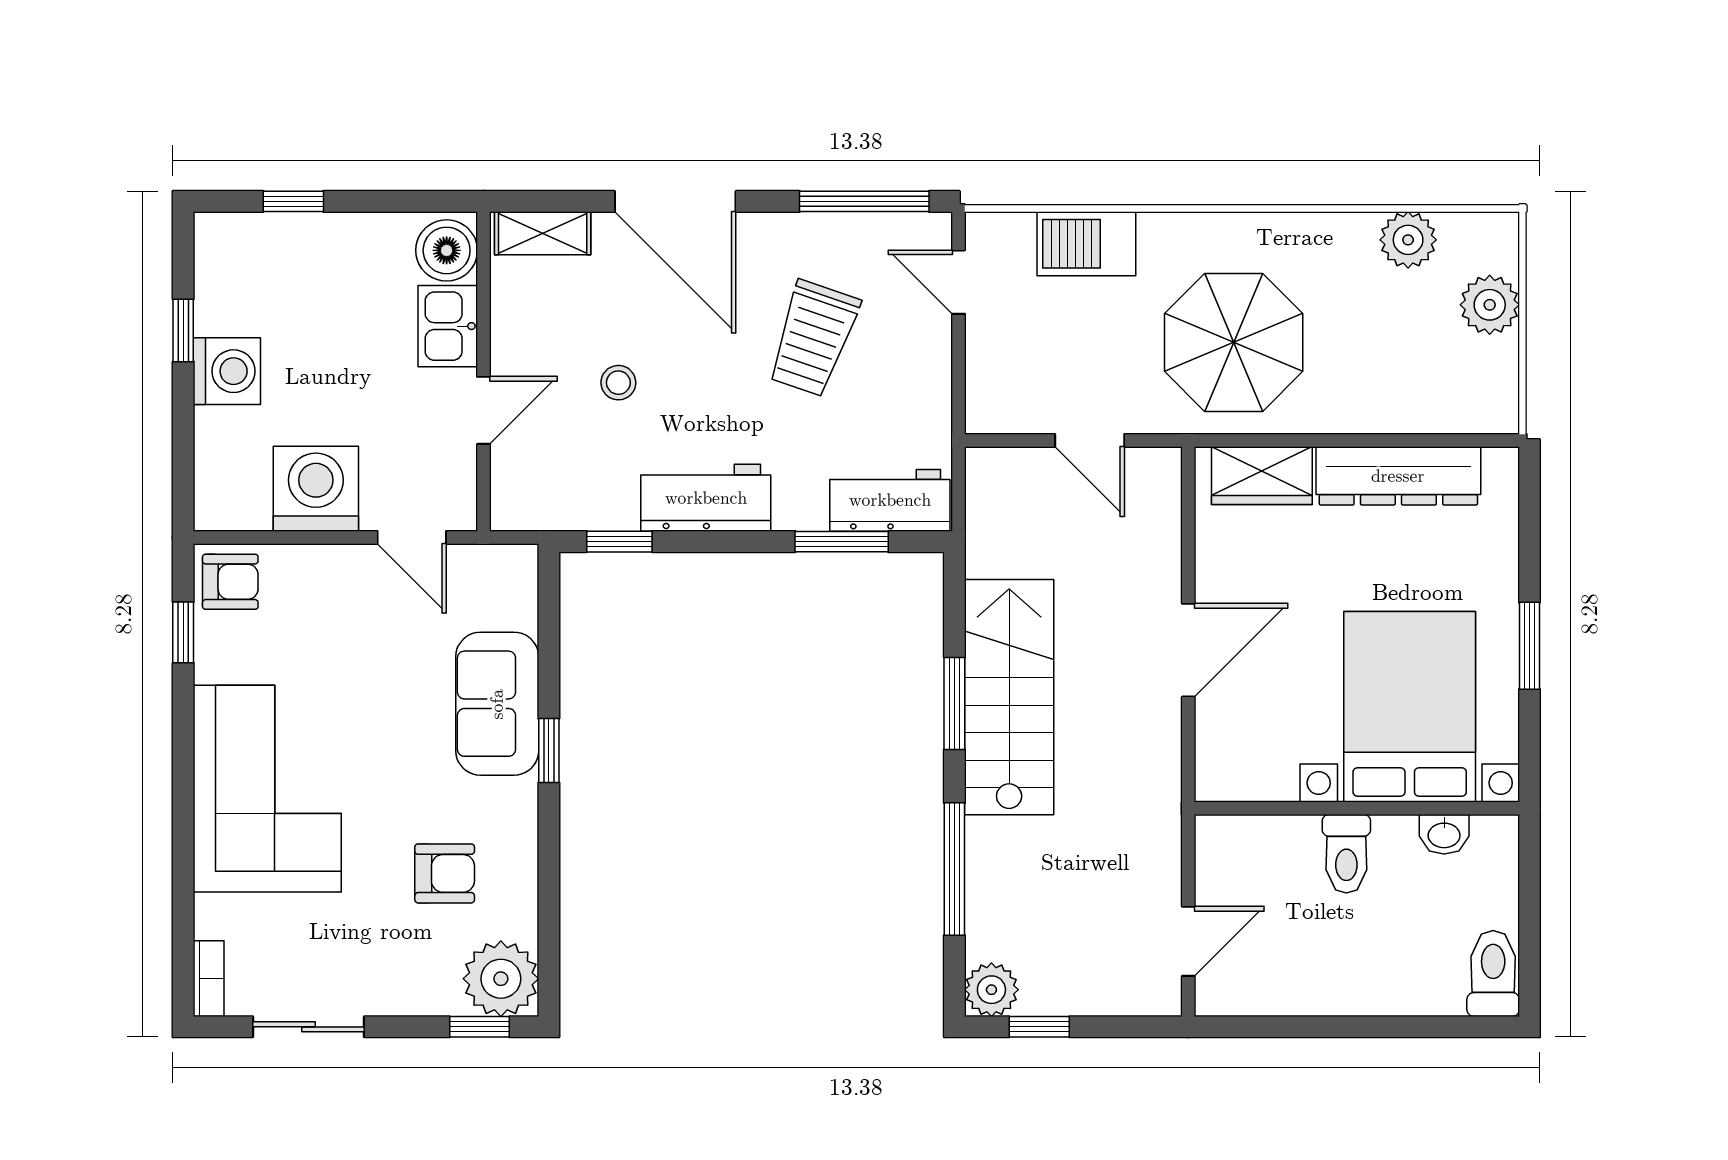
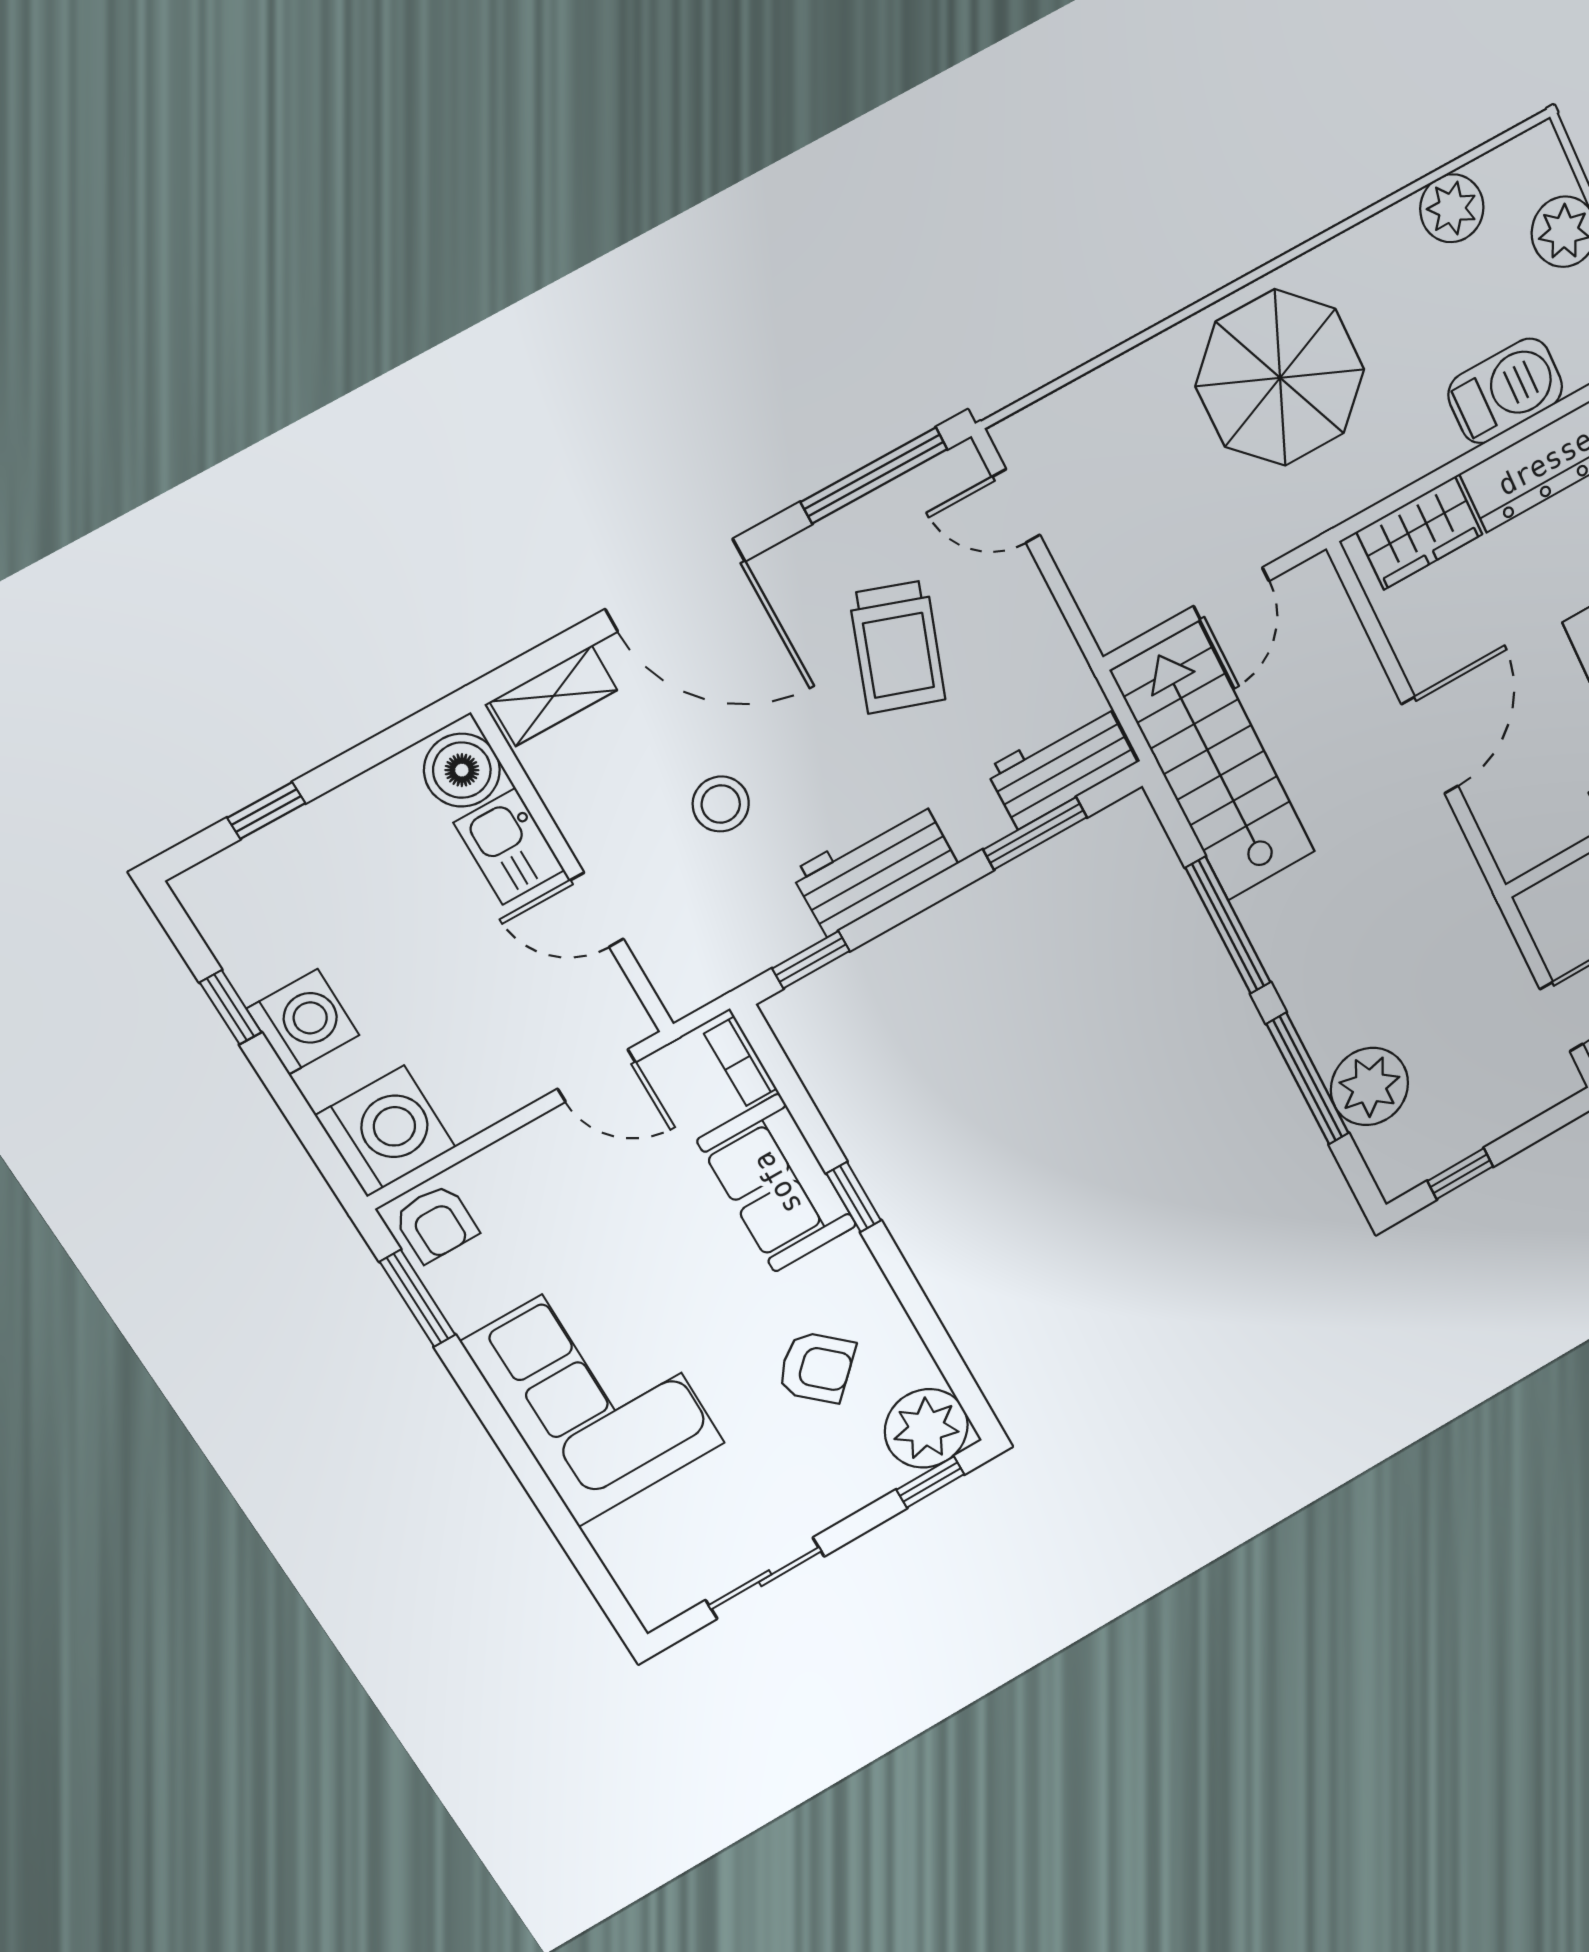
barbecue: (1086, 244) -> (1505, 391), moved, turned 180
parasol: (1234, 342) -> (1280, 378), moved
stool: (618, 383) -> (721, 804), width x1.37, depth x1.37
door: (484, 410) -> (597, 910), swing flipped
door: (1090, 440) -> (1231, 594), hinge flipped
washing machine: (316, 489) -> (386, 1131), moved, turned 90
armchair: (230, 582) -> (436, 1223), turned 90
window: (183, 632) -> (418, 1298), width x1.50
stairs: (1009, 697) -> (1214, 762), moved
window: (954, 703) -> (1228, 925), width x1.44
armchair: (445, 873) -> (816, 1367), turned 44
bookcase: (209, 979) -> (741, 1061), moved, turned 180
plant: (991, 990) -> (1369, 1087), moved, width x1.36, depth x1.36

